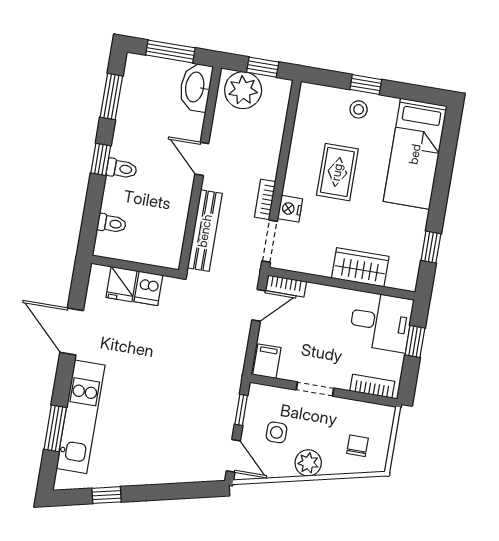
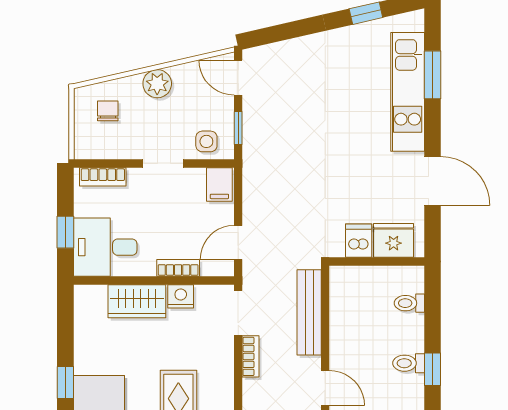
nightstand: (290, 209) -> (181, 296), moved, turned -90
window: (431, 247) -> (65, 382), moved
fridge: (121, 284) -> (394, 240), width x1.38
bookcase: (286, 286) -> (178, 268), moved
side table: (276, 432) -> (206, 141), moved
chair: (357, 446) -> (108, 111), turned 180

